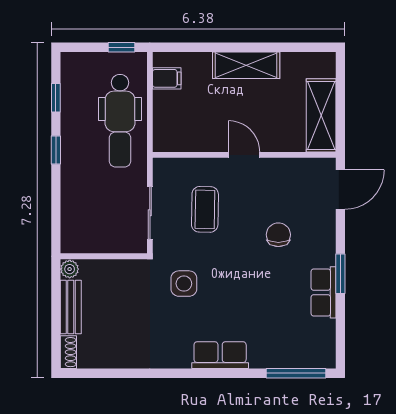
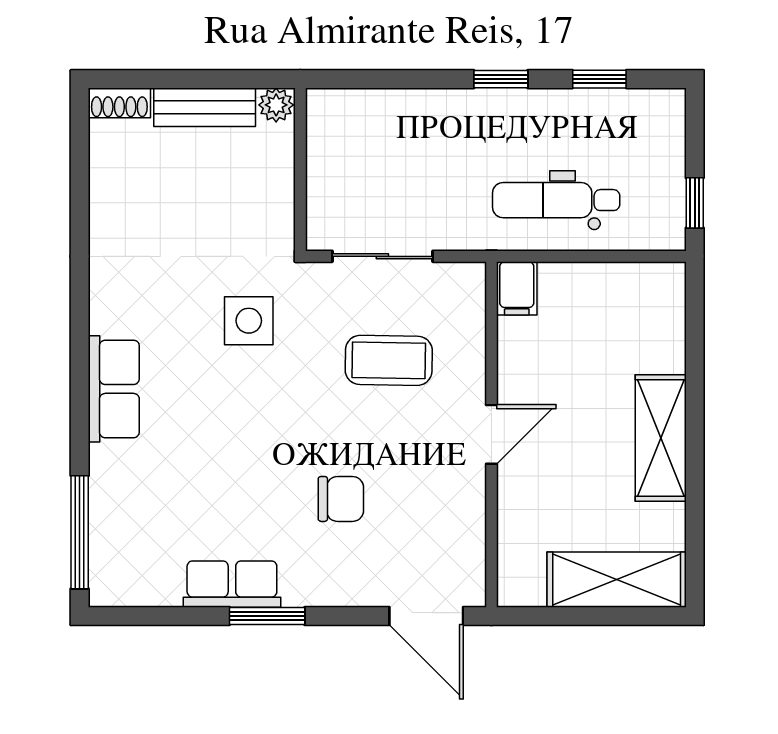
filing cabinet: (167, 78) -> (517, 288), moved
shelving: (321, 115) -> (617, 580), moved
dental chair: (120, 121) -> (556, 200), width x0.73, depth x0.72

